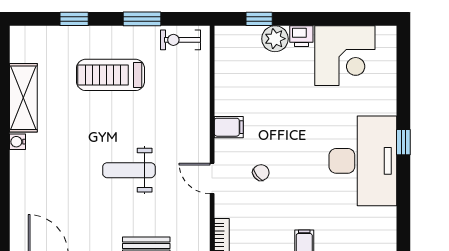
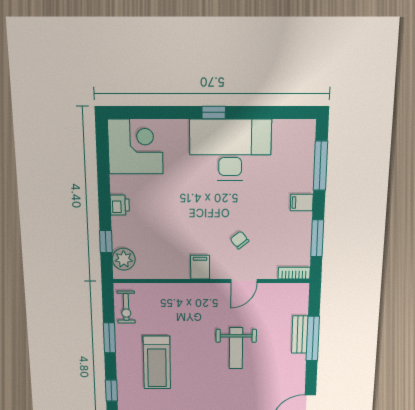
plant: (275, 39) -> (124, 259), moved
corner desk: (345, 56) -> (136, 147), moved

